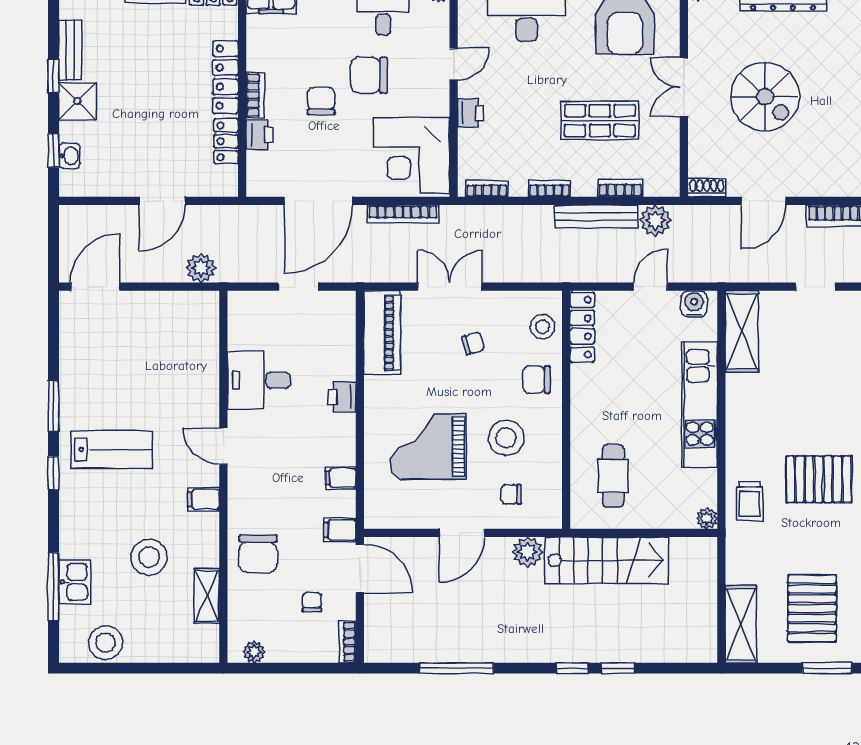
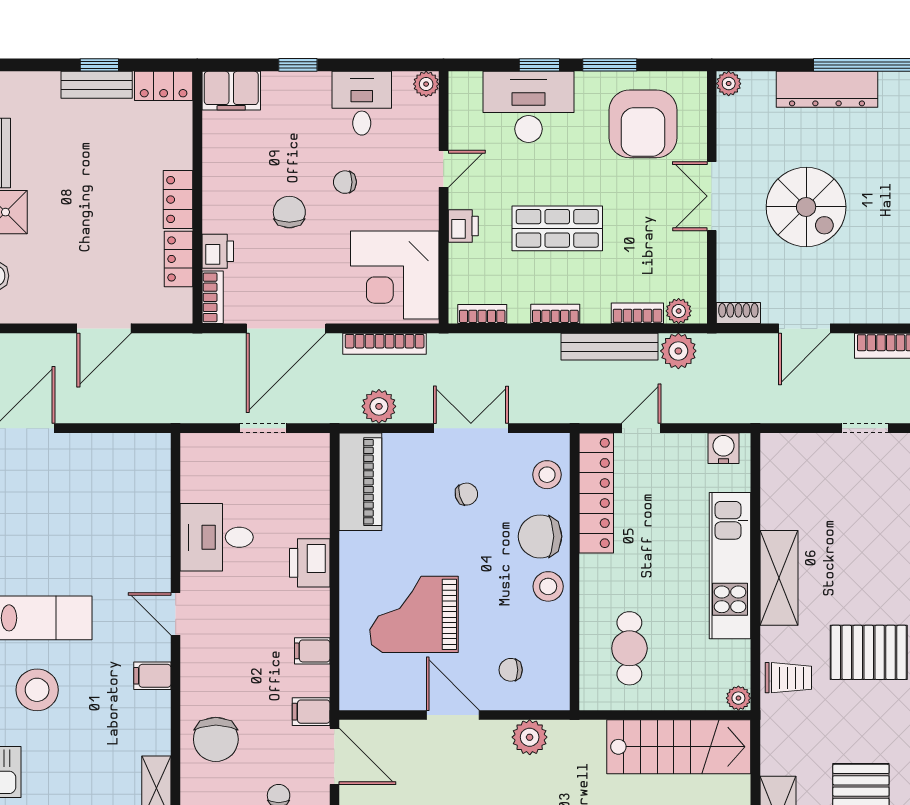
chair: (369, 75) -> (345, 182), width x0.54, depth x0.54
locker: (226, 77) -> (178, 200), width x0.66
bookcase: (255, 95) -> (213, 297), moved
shop shelf: (600, 121) -> (557, 228), moved
plant: (656, 186) -> (679, 311), added
plant: (201, 268) -> (379, 406), moved
double door: (450, 287) -> (471, 428), moved
door: (651, 287) -> (641, 428), moved
locker: (582, 327) -> (596, 493), width x1.41, depth x1.21
shelving: (742, 331) -> (779, 578), moved
chair: (536, 380) -> (540, 536), width x1.37, depth x1.37
printer: (342, 397) -> (310, 563), width x1.36, depth x1.24
stool: (506, 438) -> (548, 586), moved, width x0.73, depth x0.73
trolley: (750, 501) -> (788, 678), turned -90
door: (462, 533) -> (453, 715), swing flipped
stool: (149, 557) -> (37, 690), moved
stairs: (607, 560) -> (679, 747), moved

